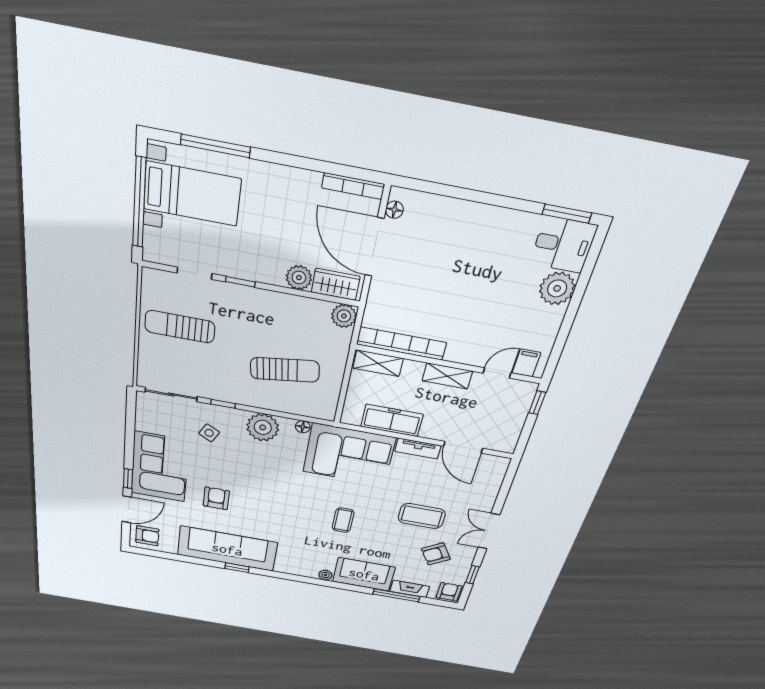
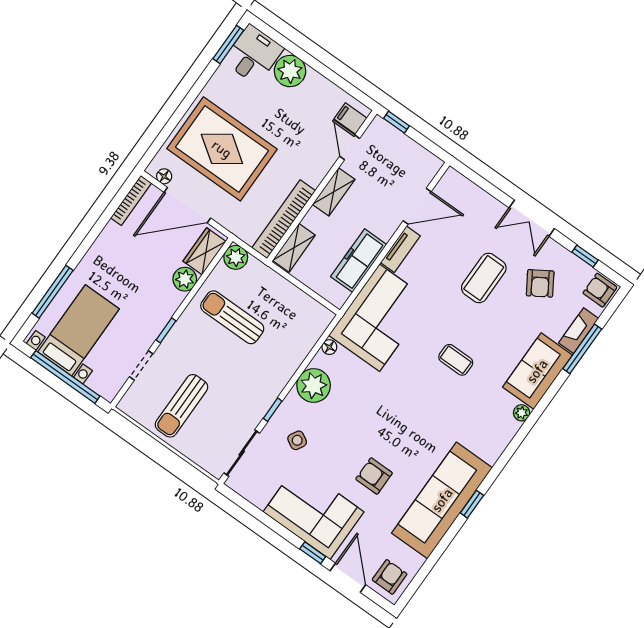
rug: (448, 256) -> (222, 149), added
sun lounger: (285, 370) -> (232, 317), moved, turned -82

